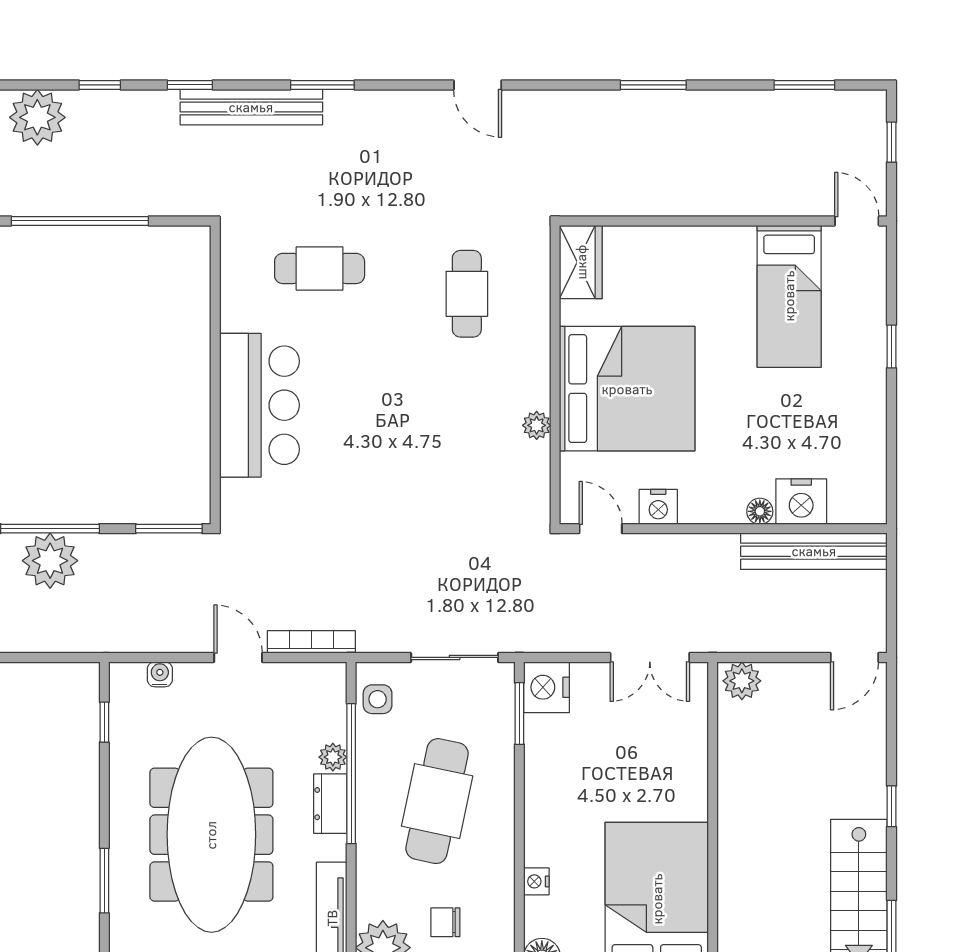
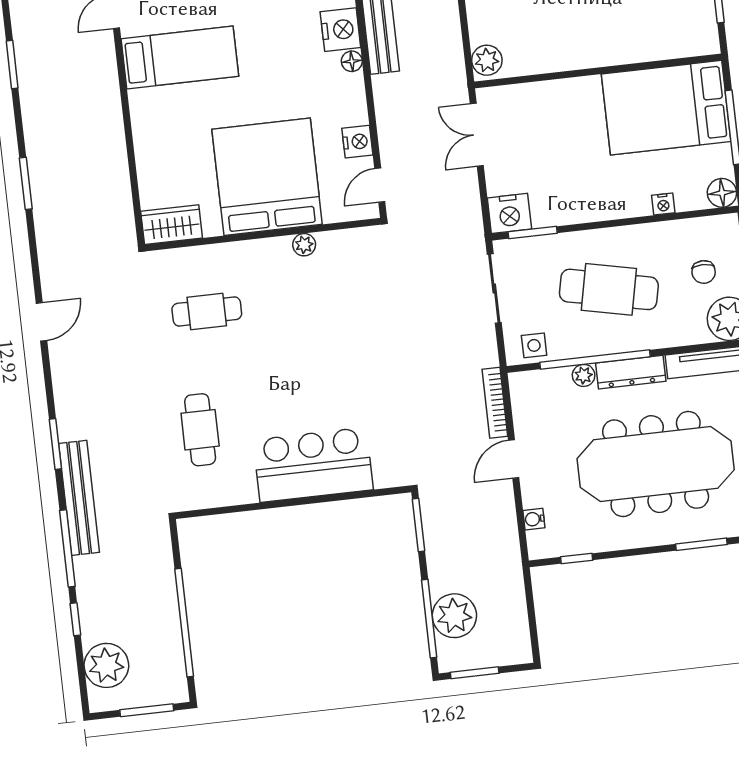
window: (190, 85) -> (67, 548), width x2.17
double door: (650, 657) -> (477, 135), swing flipped
dresser: (330, 804) -> (631, 372), width x1.44

